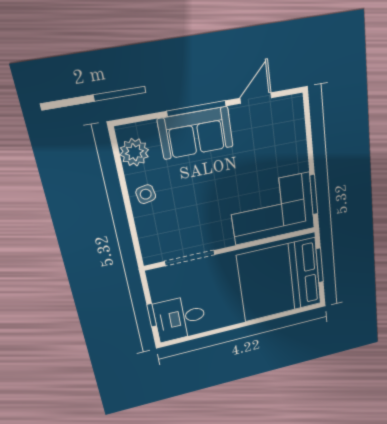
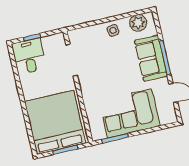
corner sofa: (272, 209) -> (130, 113), moved, turned -90

